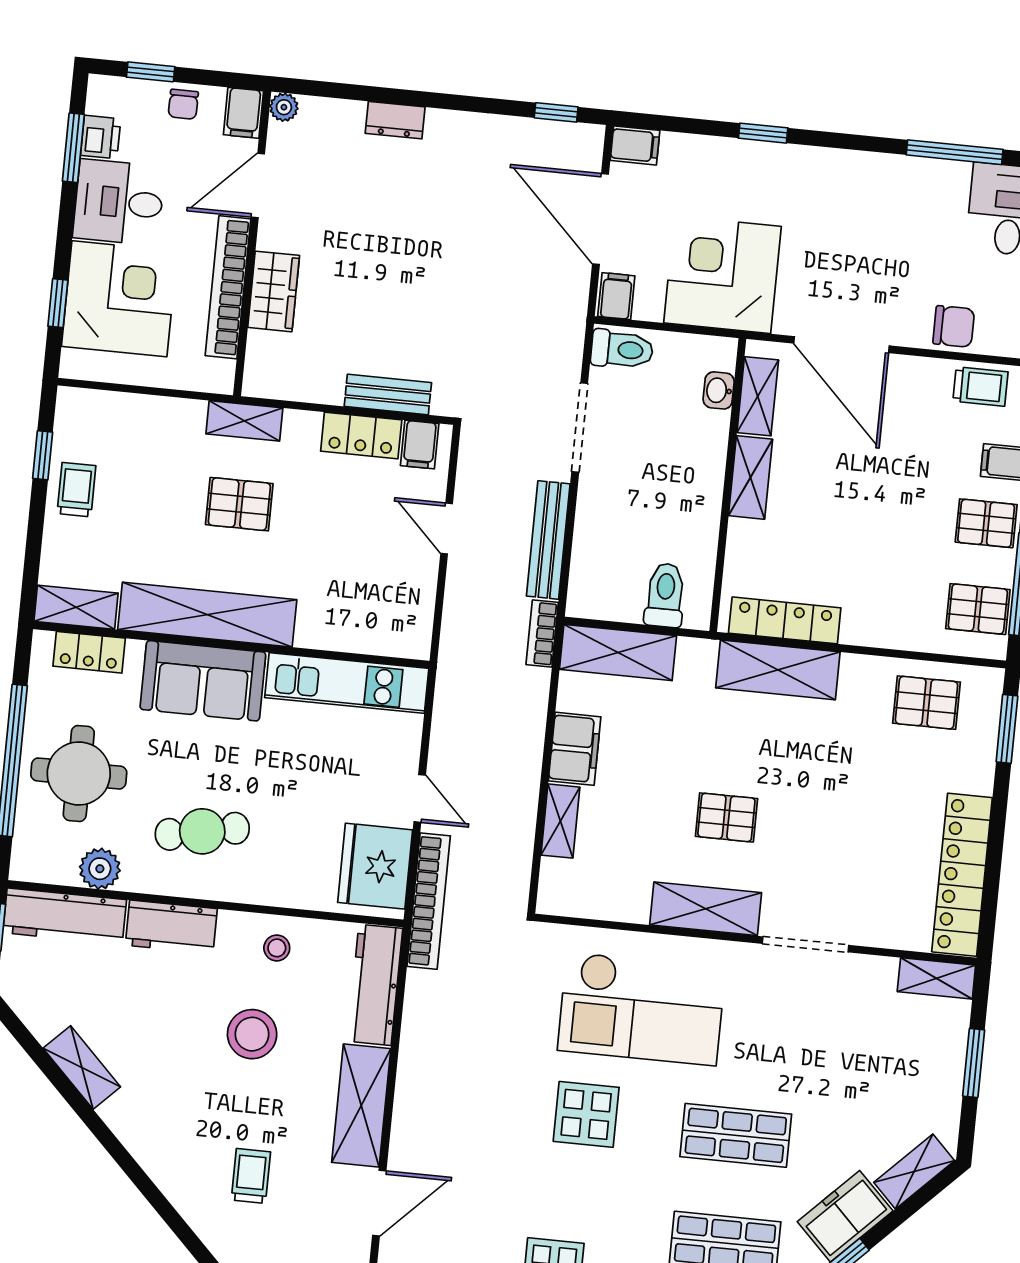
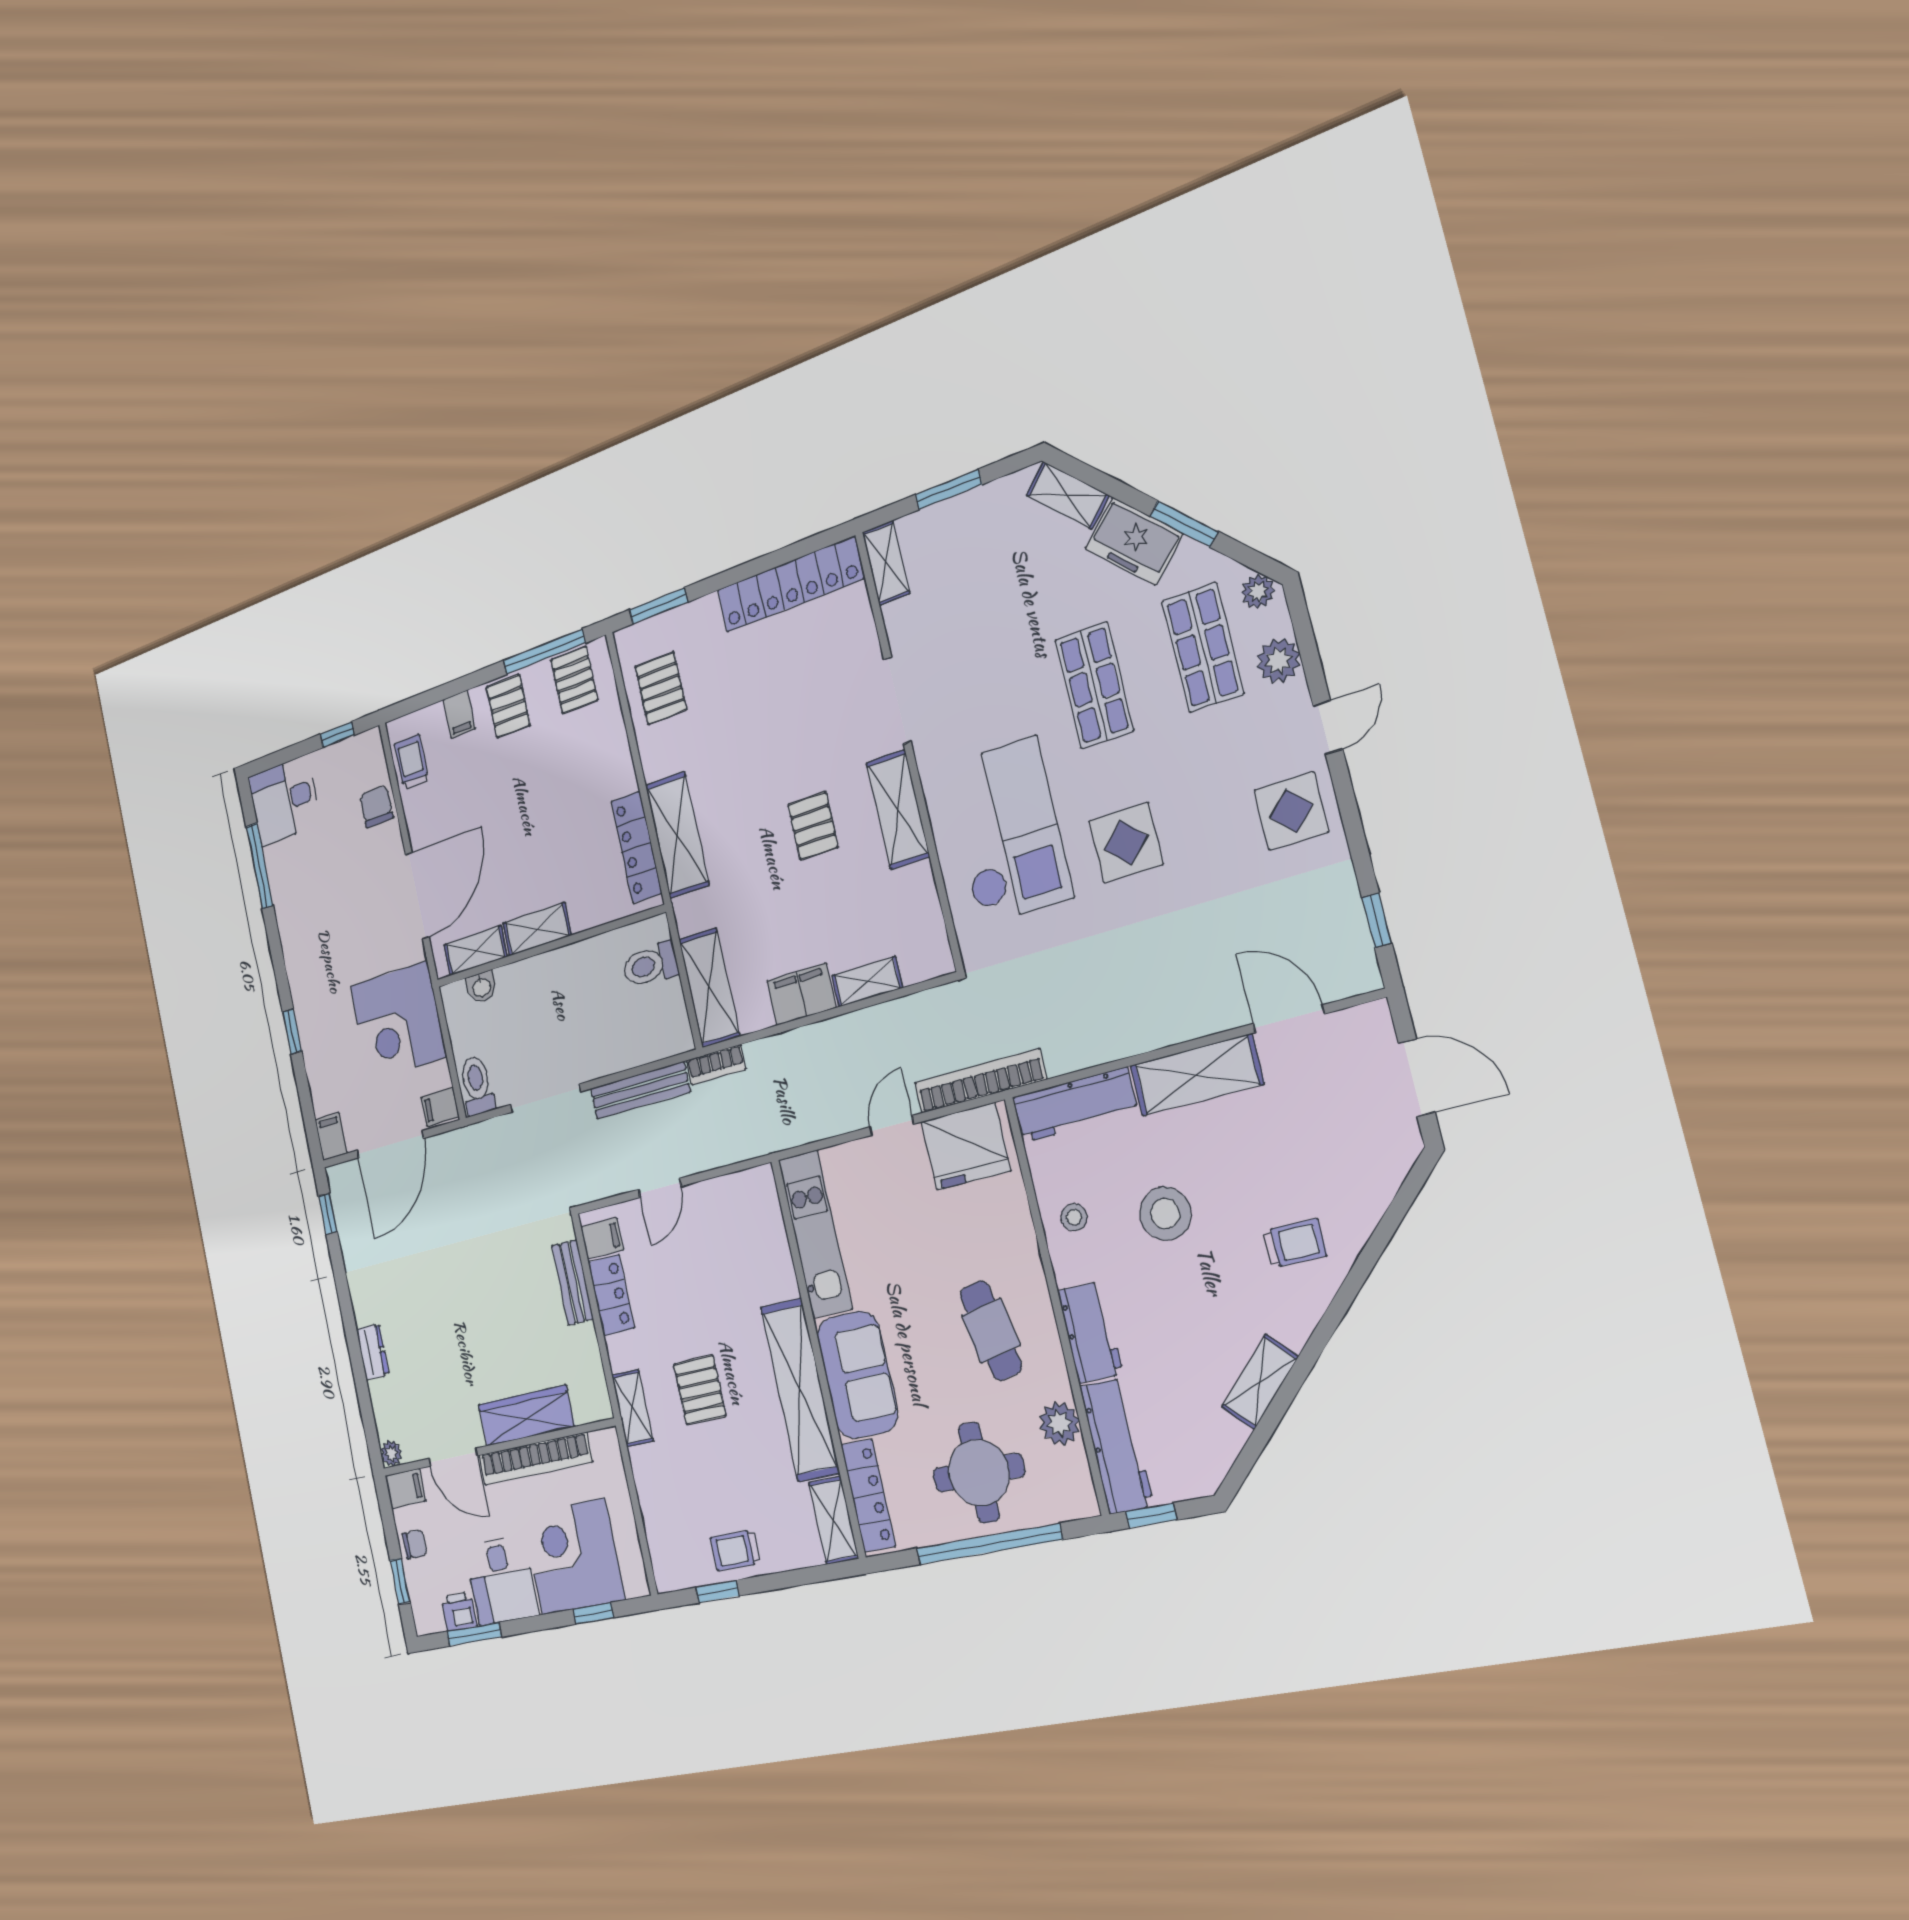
wardrobe: (274, 291) -> (526, 1416), width x1.50
locker: (89, 652) -> (868, 1495), width x1.53
trolley: (251, 1176) -> (1295, 1243), moved, turned 180

